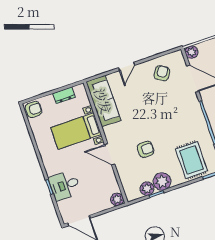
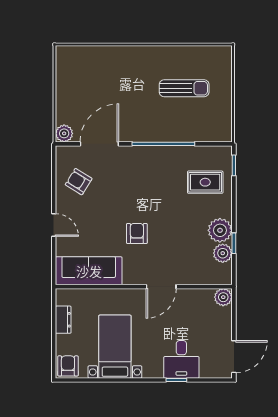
bed with nightstands: (76, 131) -> (115, 347), moved, turned 180
armchair: (146, 149) -> (137, 233), moved
rug: (191, 160) -> (205, 182), width x0.73, depth x0.70

